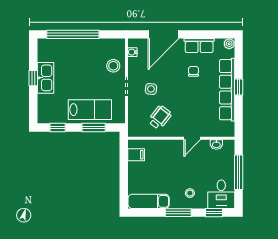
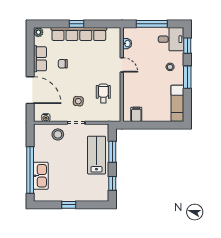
kitchen sink: (45, 78) -> (41, 176), moved, turned 90
wheelchair: (160, 117) -> (103, 93), turned 52

